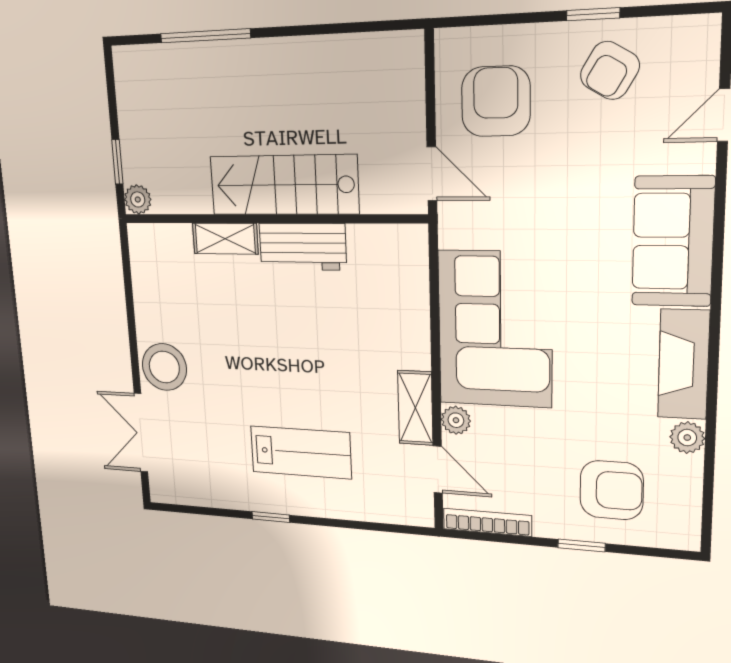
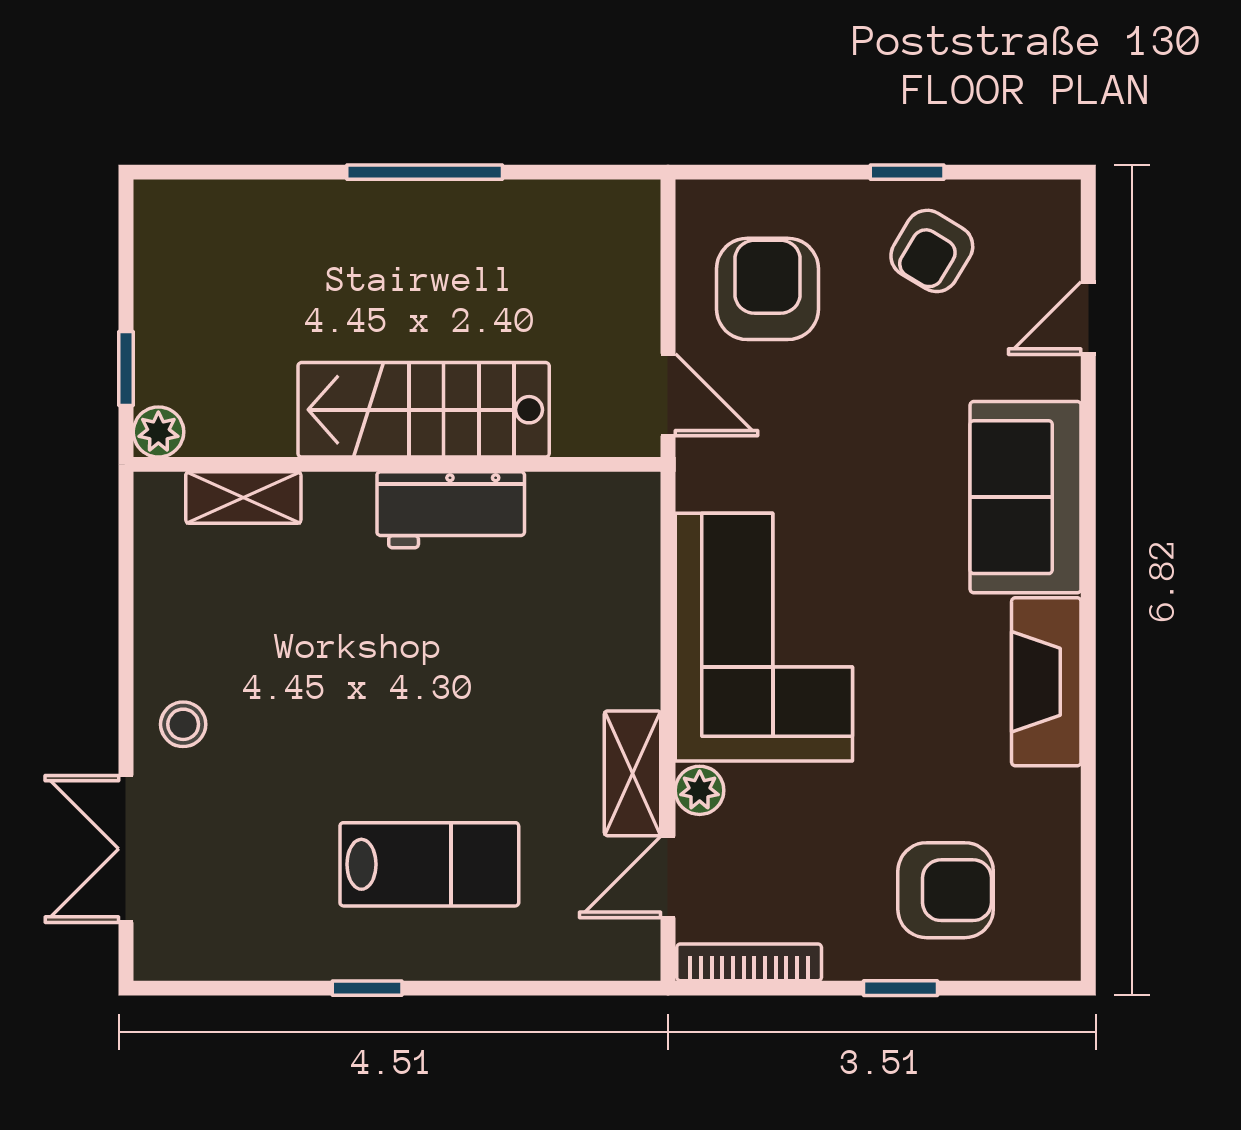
window: (205, 36) -> (425, 172), moved
shelving: (225, 239) -> (243, 498), moved
stool: (164, 367) -> (183, 724), width x0.53, depth x0.53
plant: (687, 438) -> (1055, 796), removed
door: (438, 469) -> (668, 877), swing flipped

